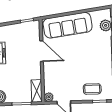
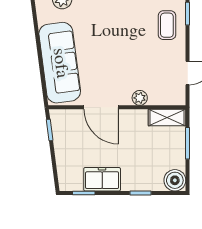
door: (42, 51) -> (101, 107), swing flipped
plant: (49, 97) -> (140, 98), moved

